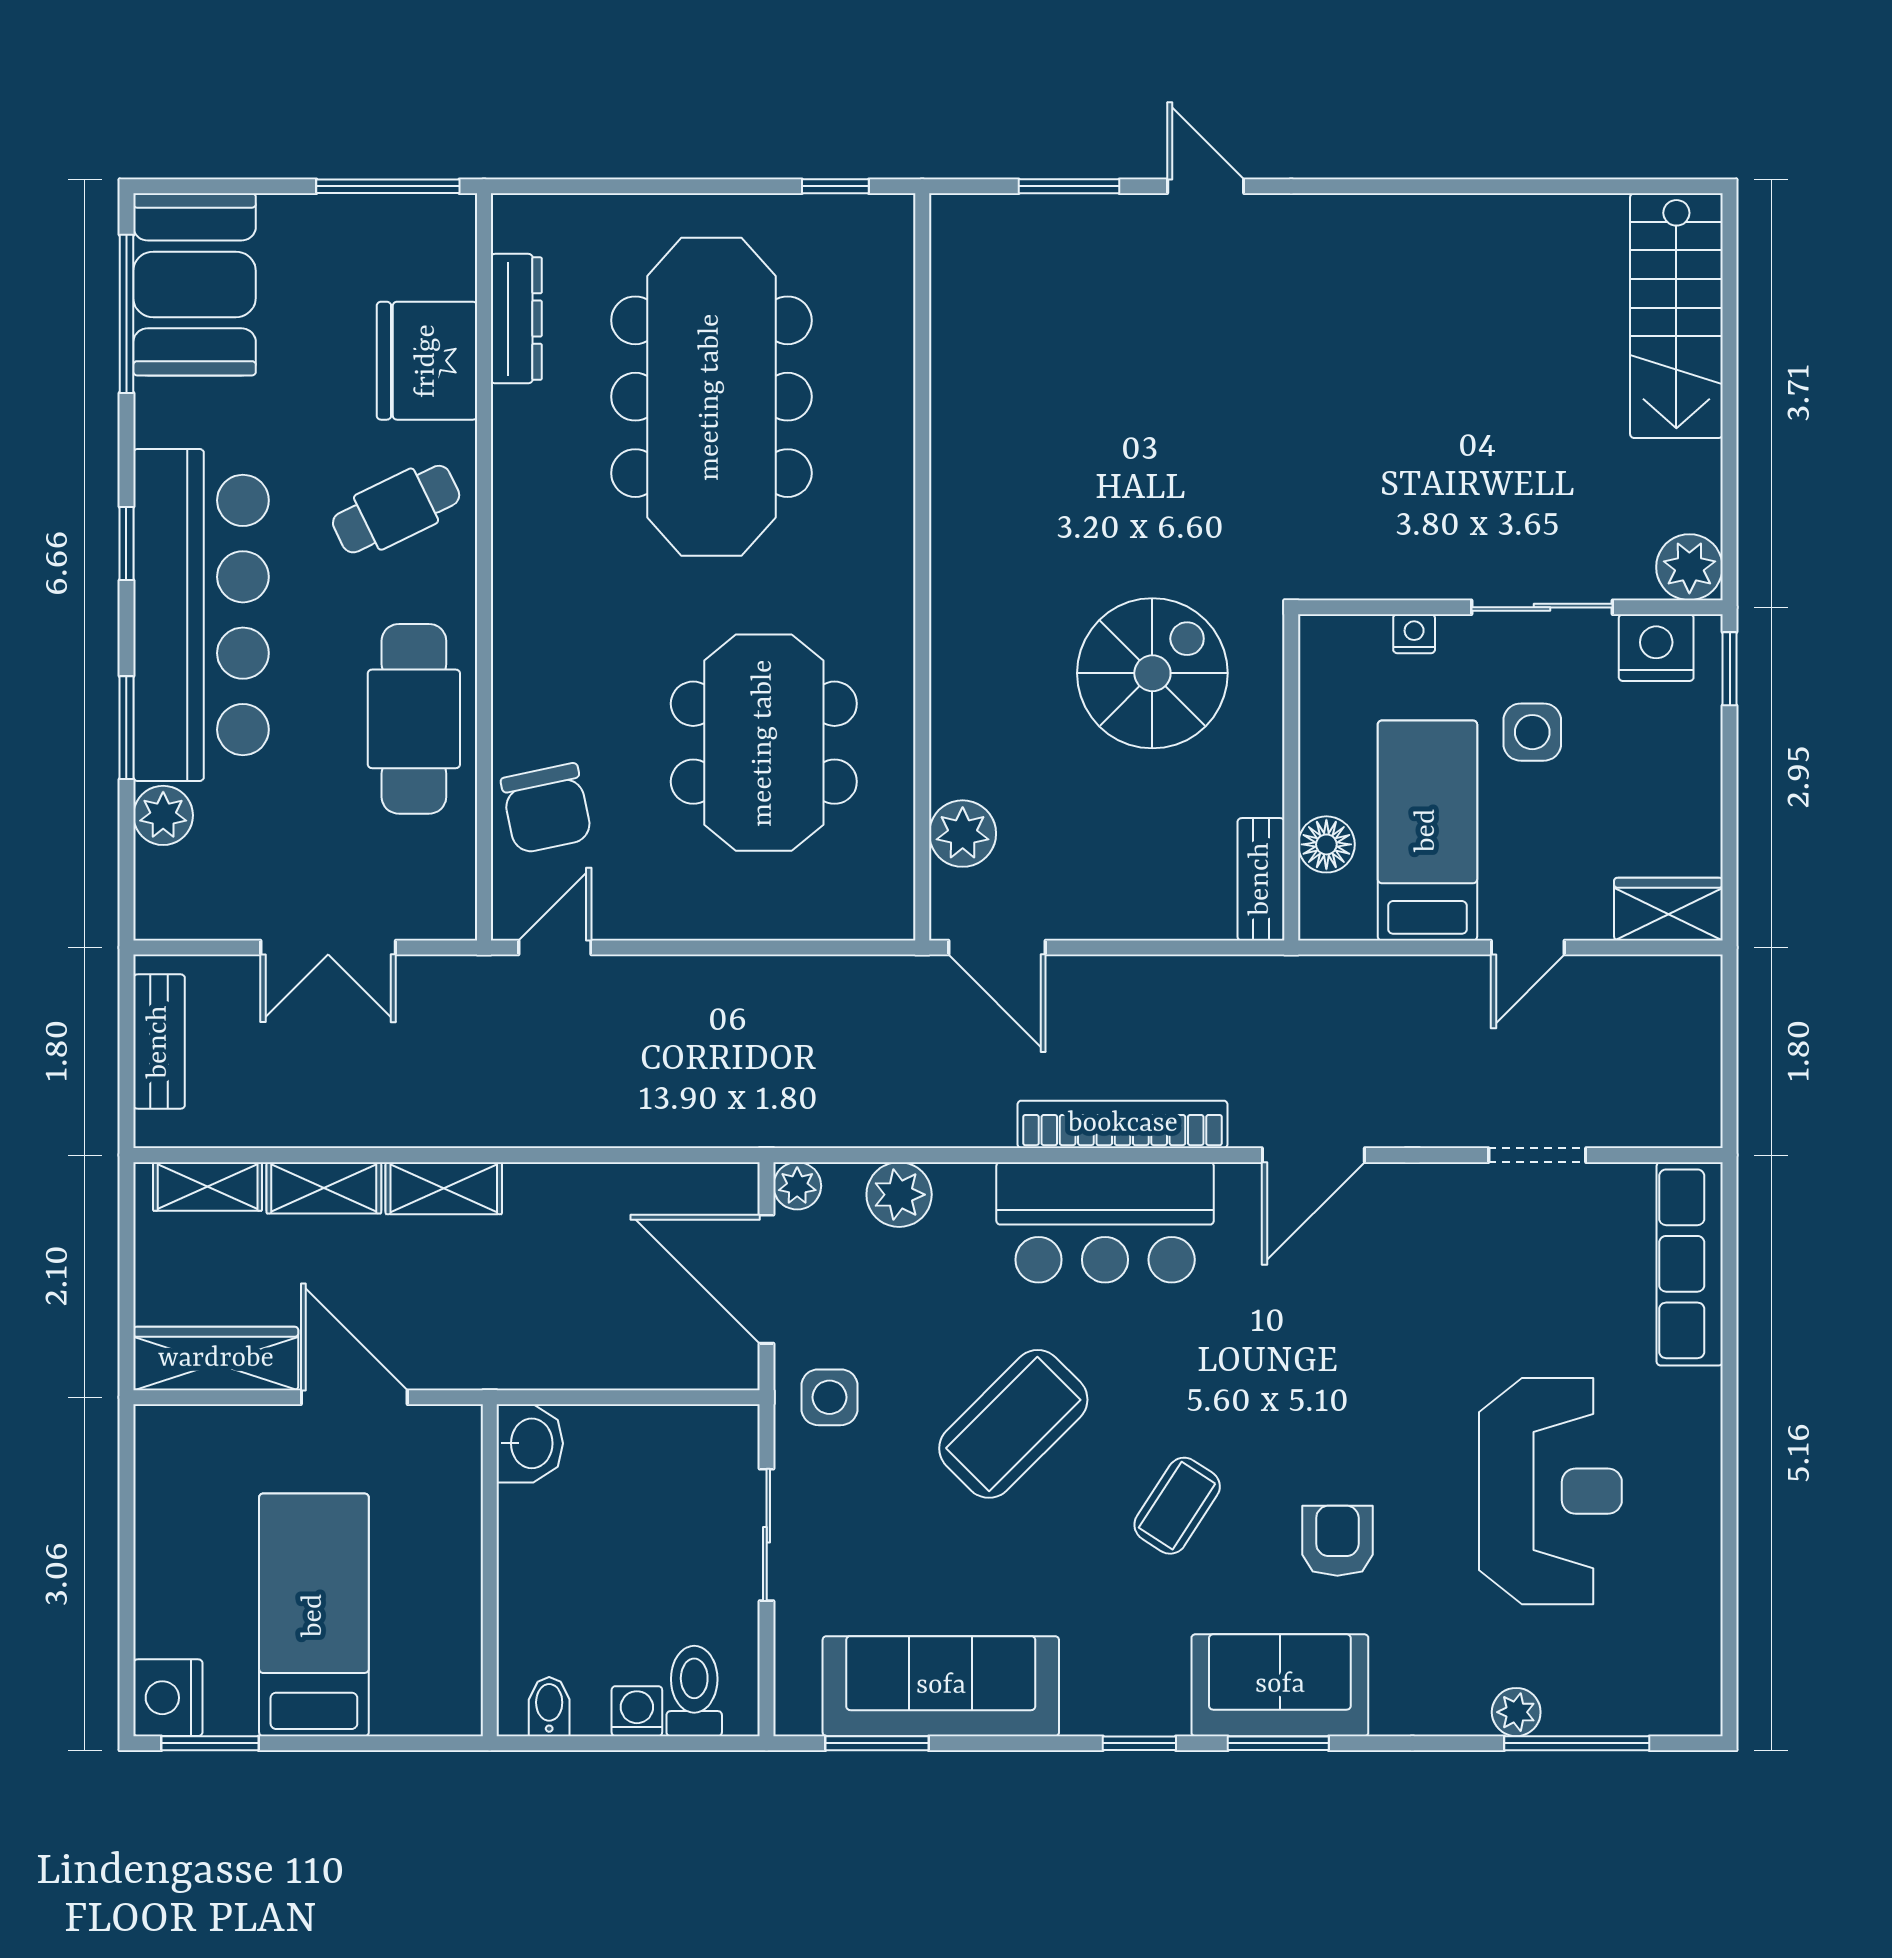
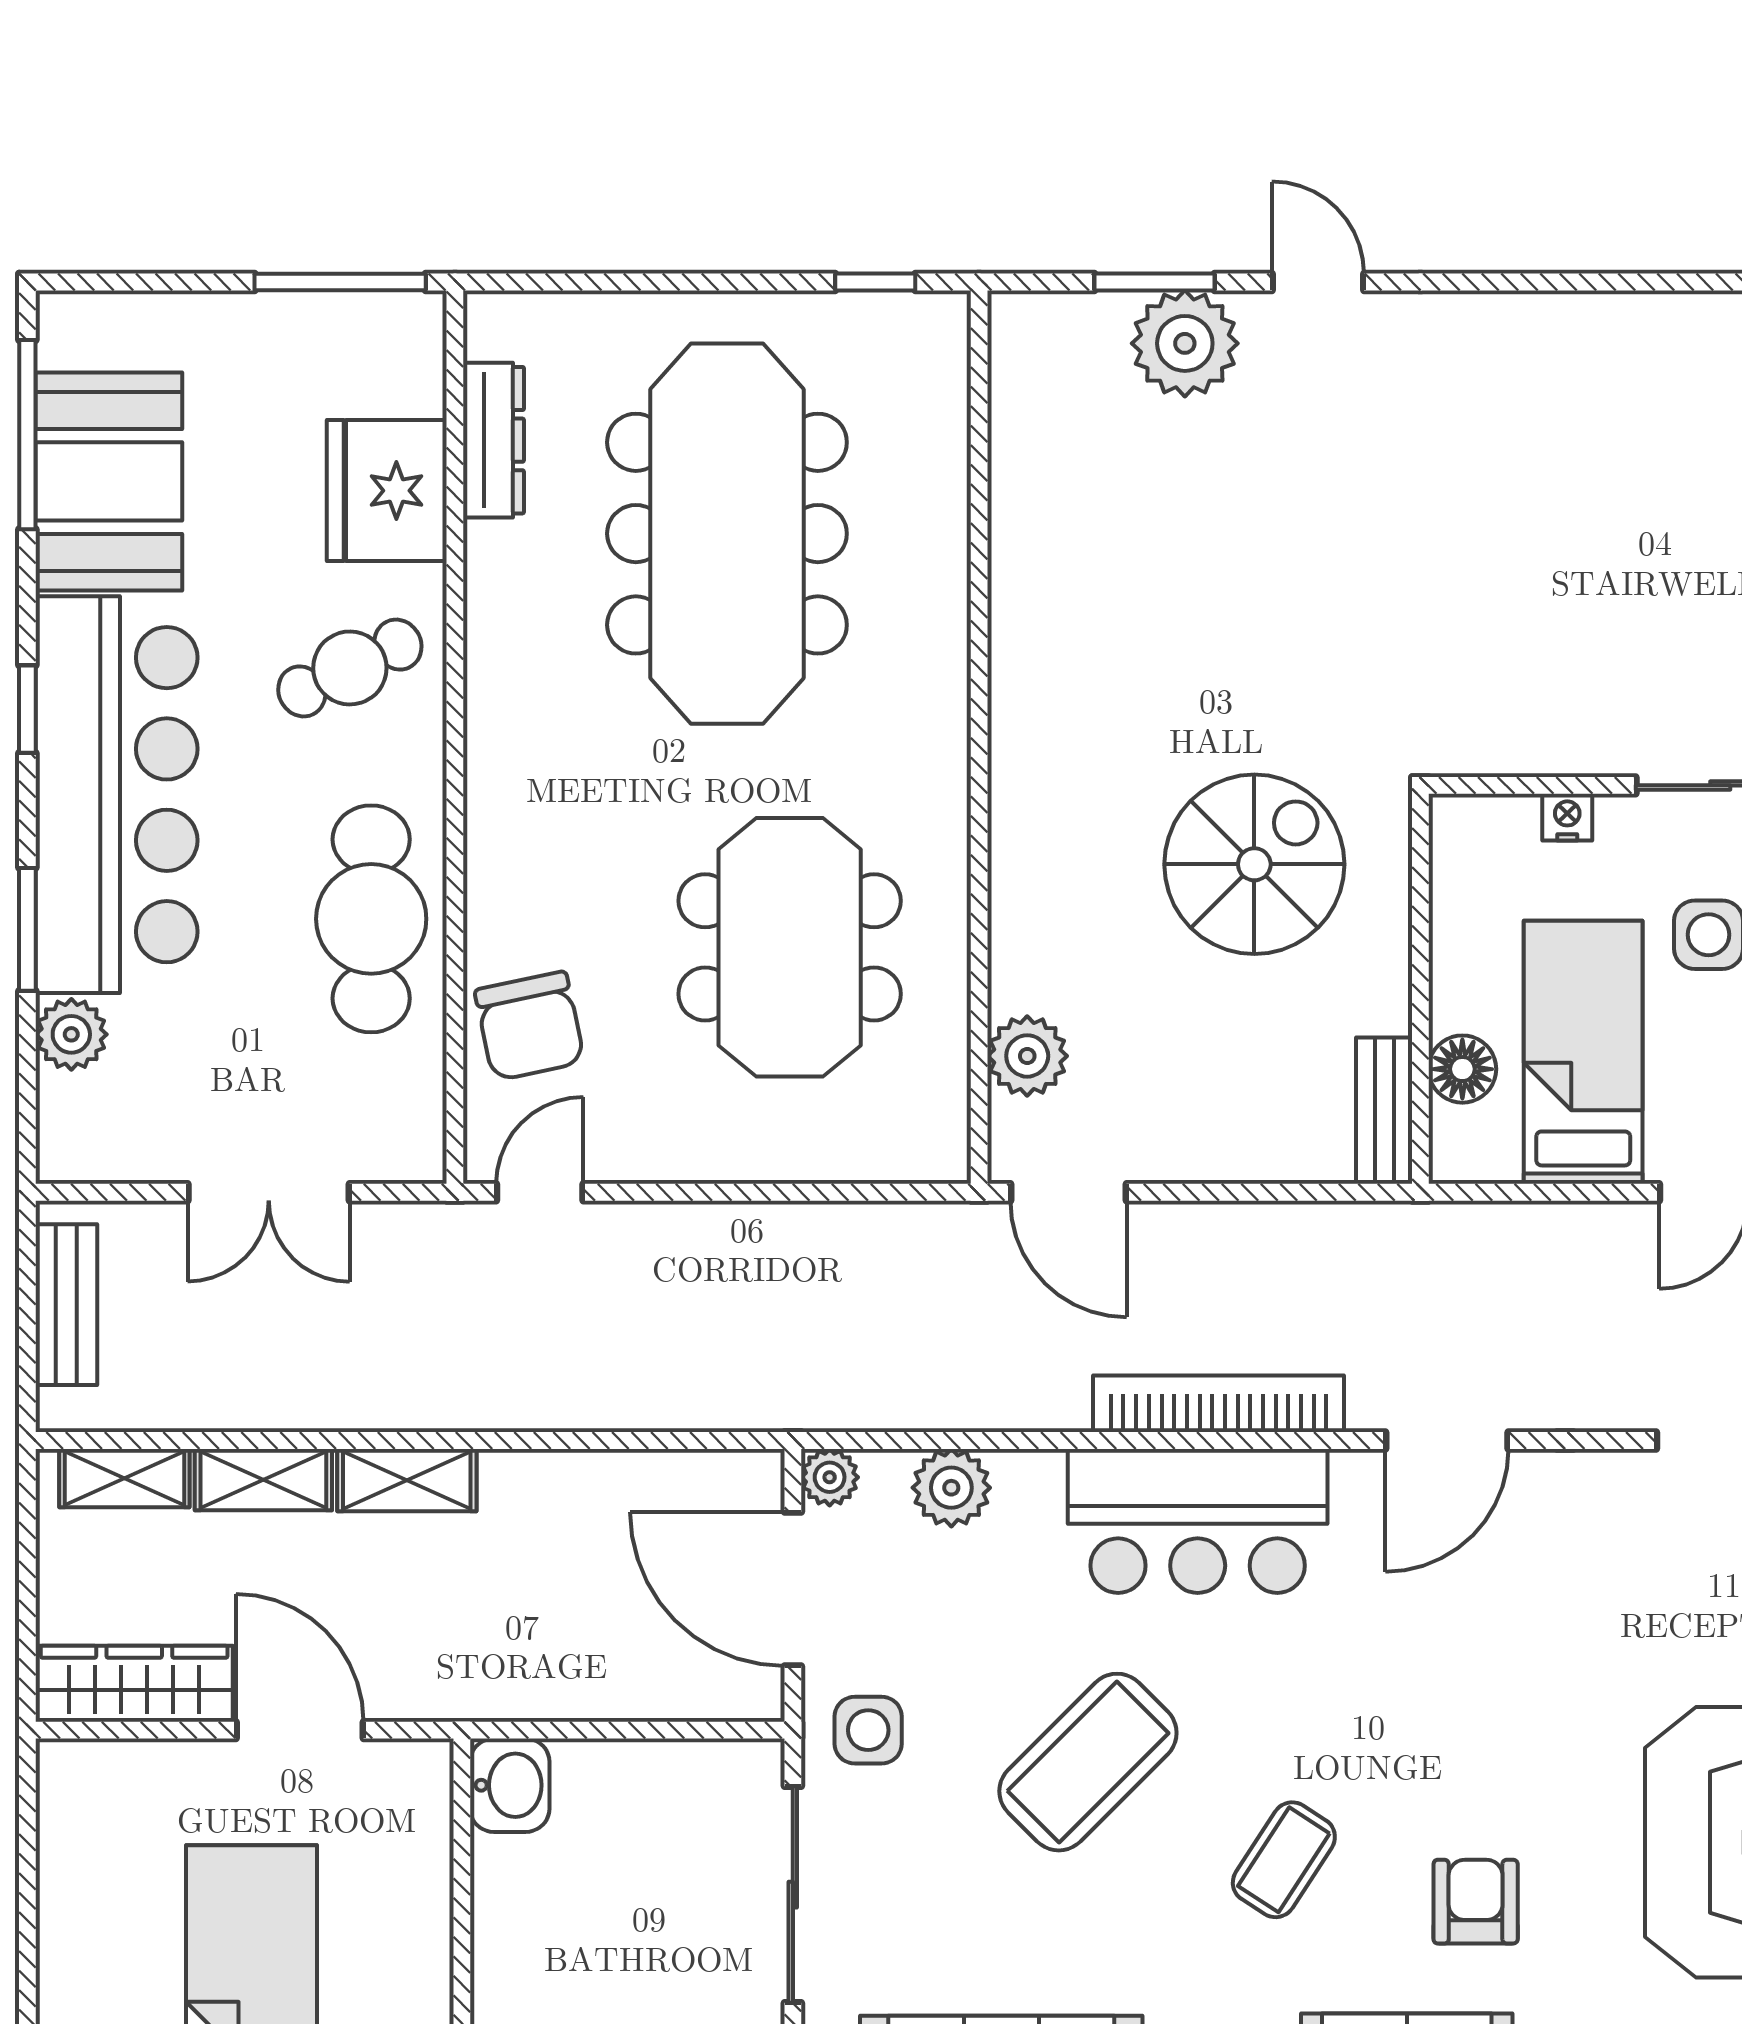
plant: (1094, 238) -> (1185, 343), added
booth: (195, 284) -> (109, 481), moved
sliding door: (767, 1535) -> (793, 1895), width x1.37

